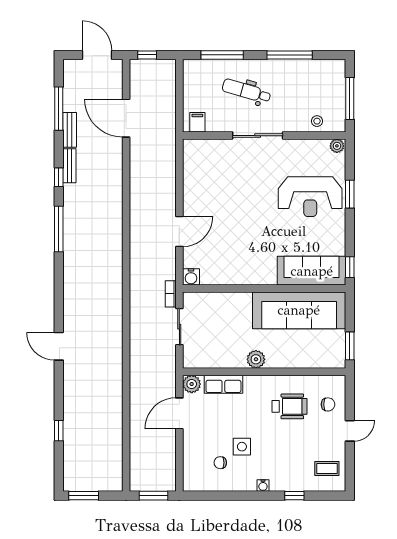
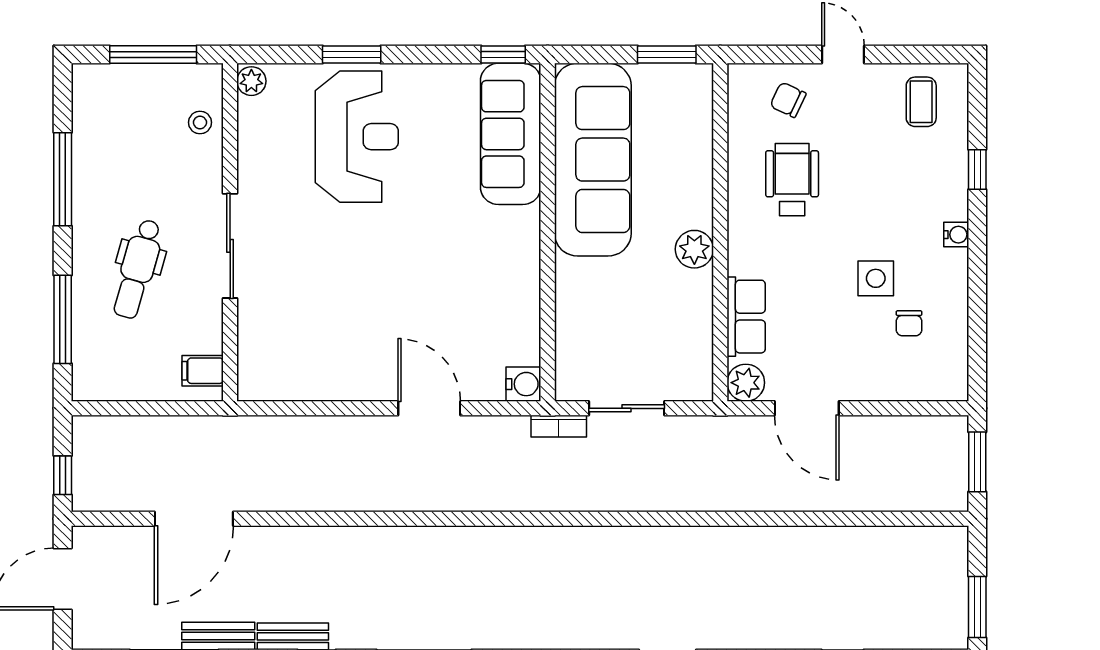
chair: (328, 404) -> (788, 100), turned -65

